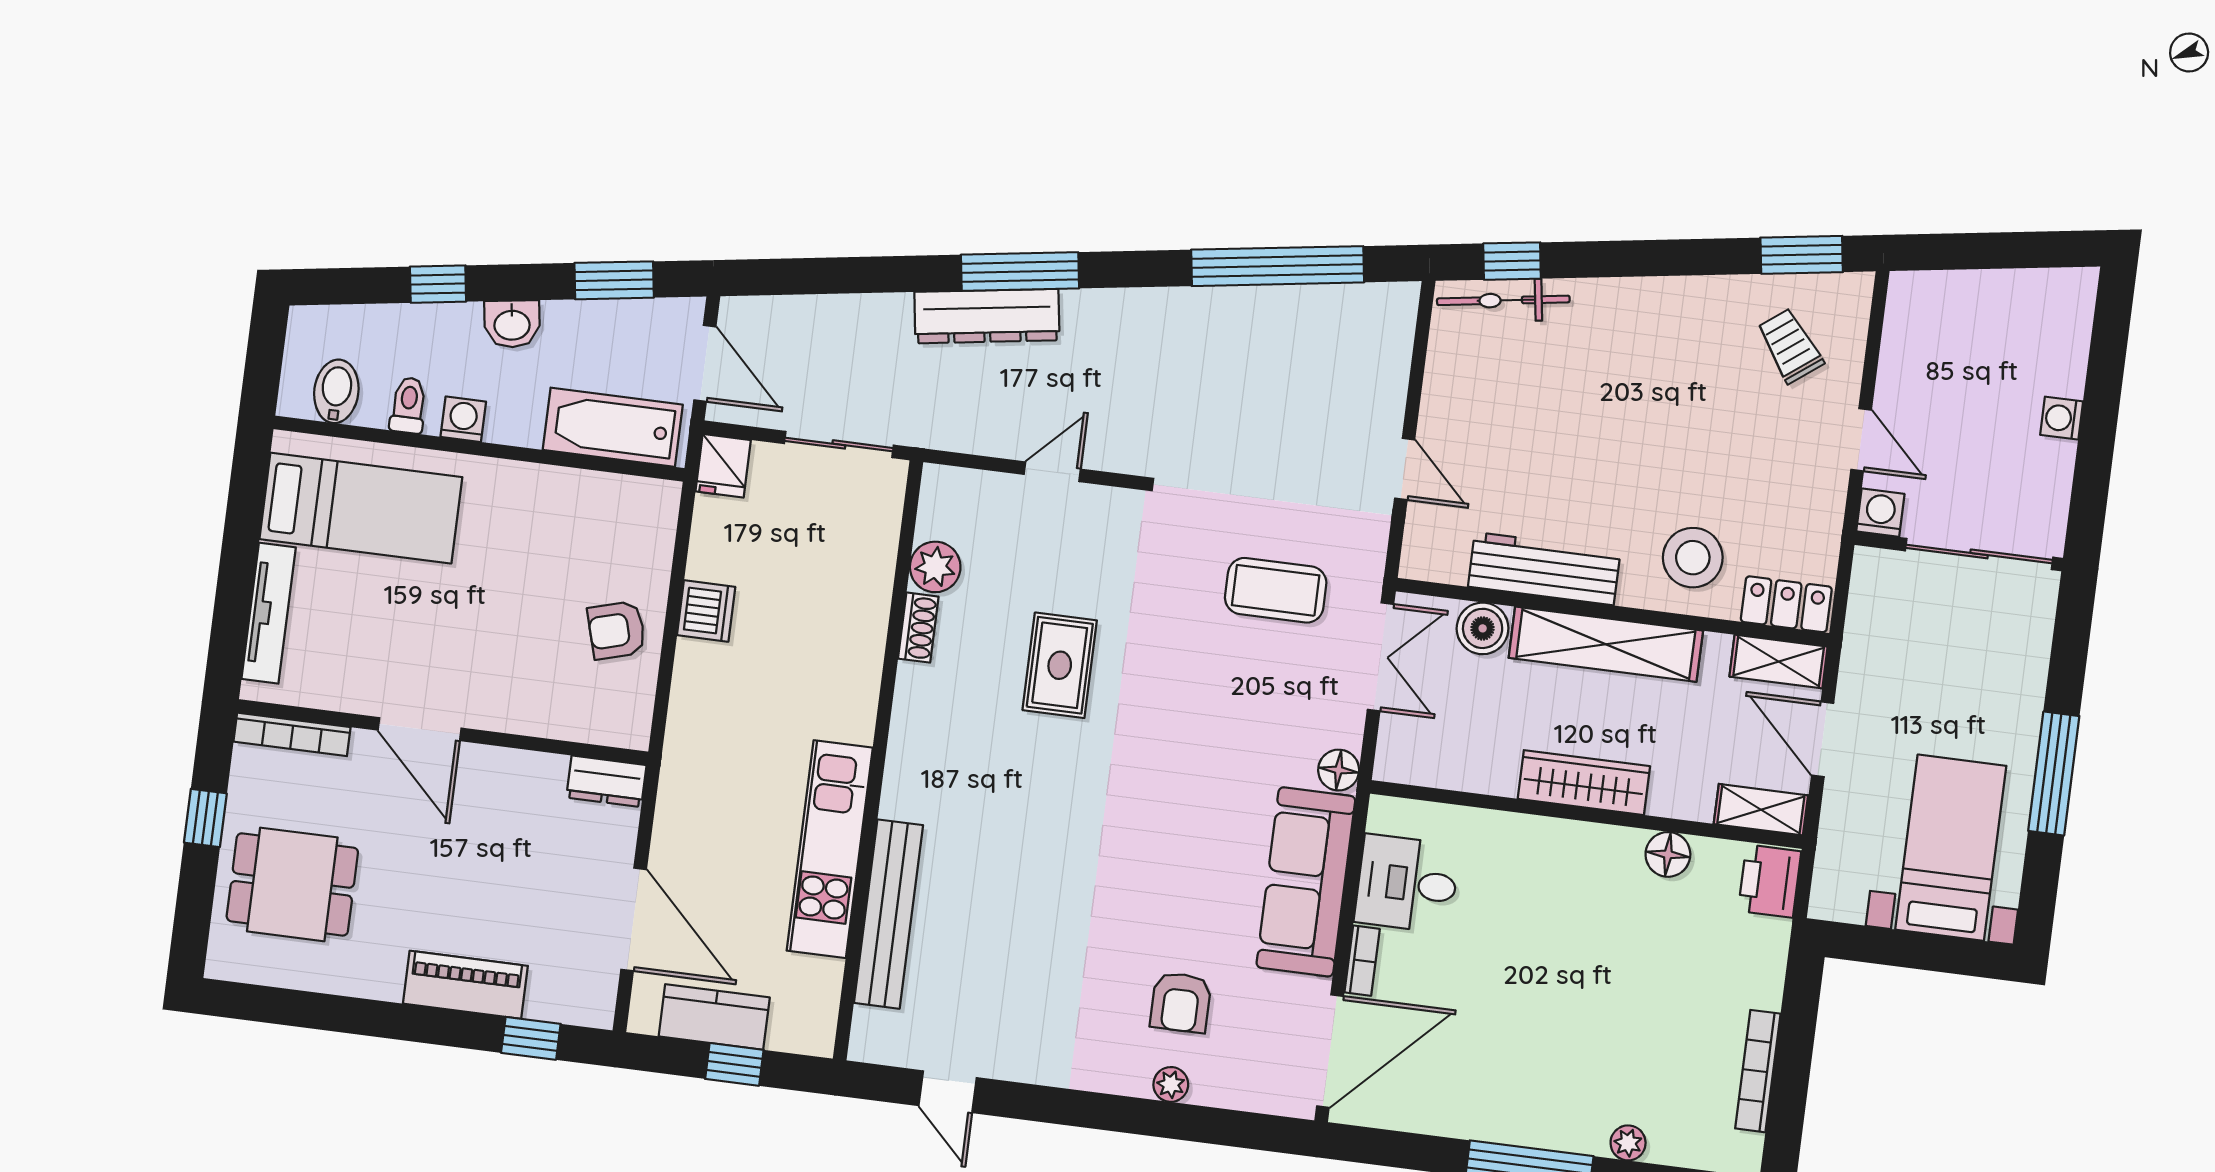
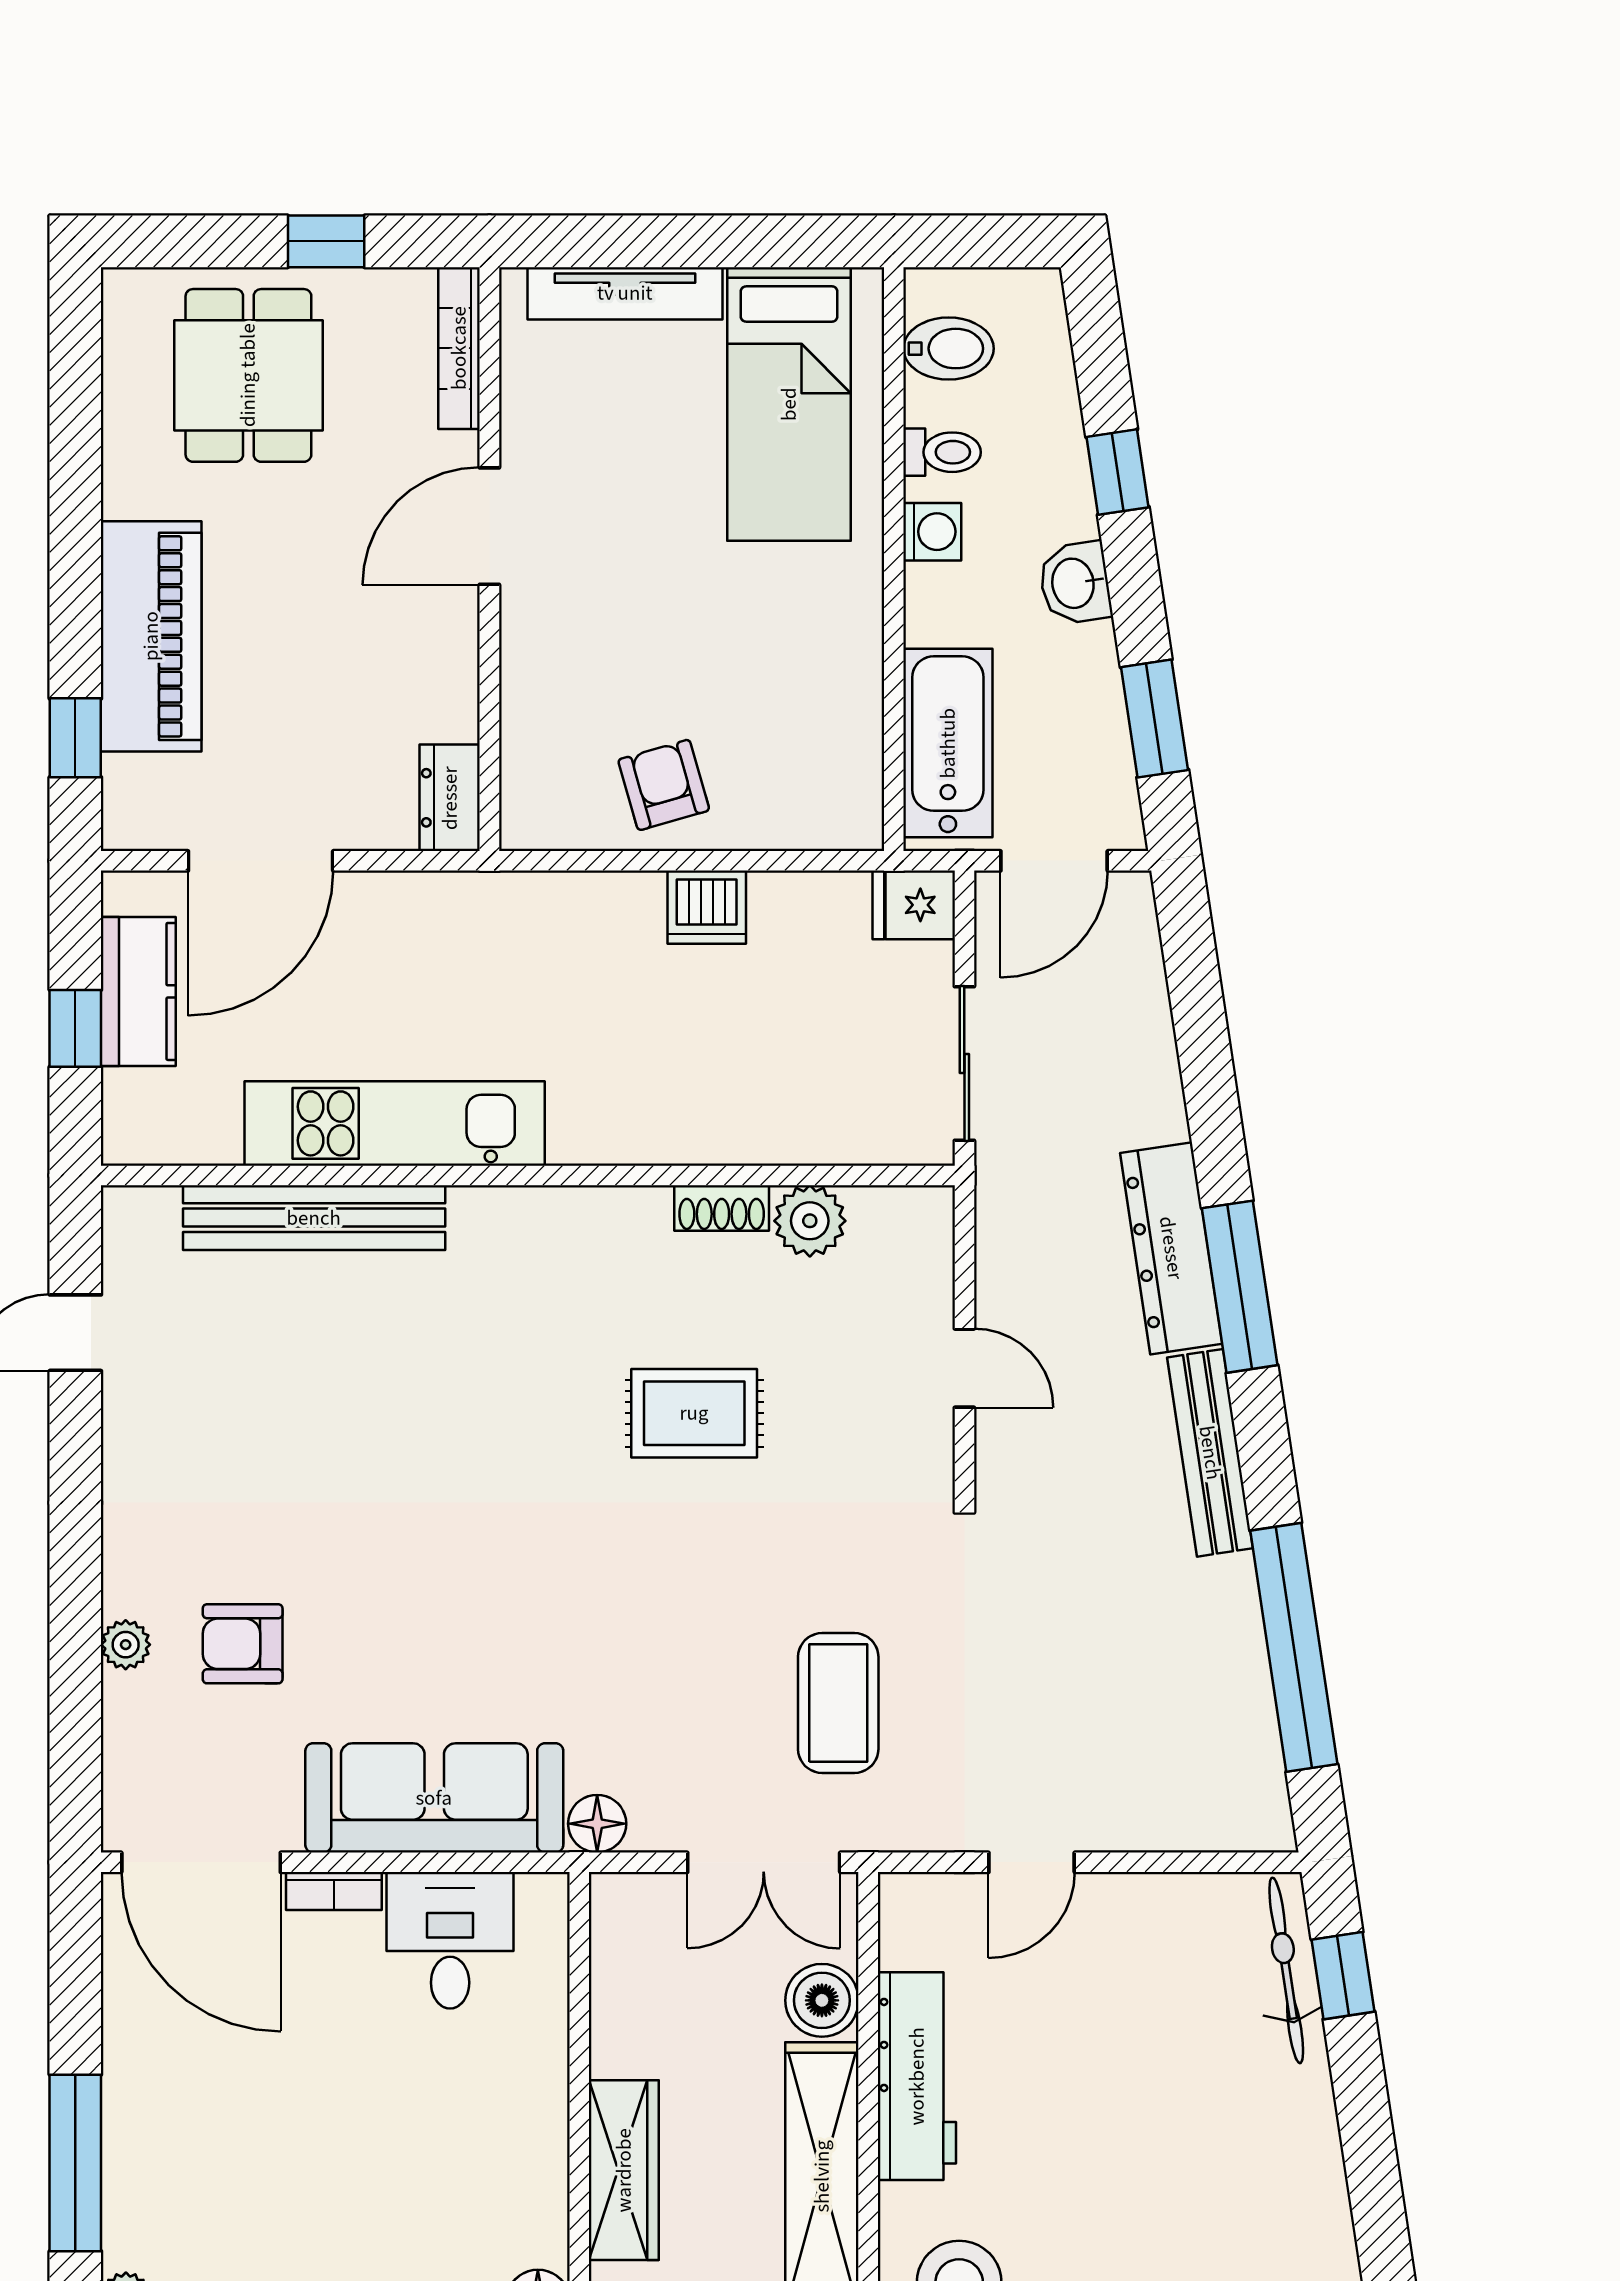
bench: (1134, 307) -> (1210, 1453), added
piano: (465, 985) -> (151, 636), width x1.37, depth x1.33

